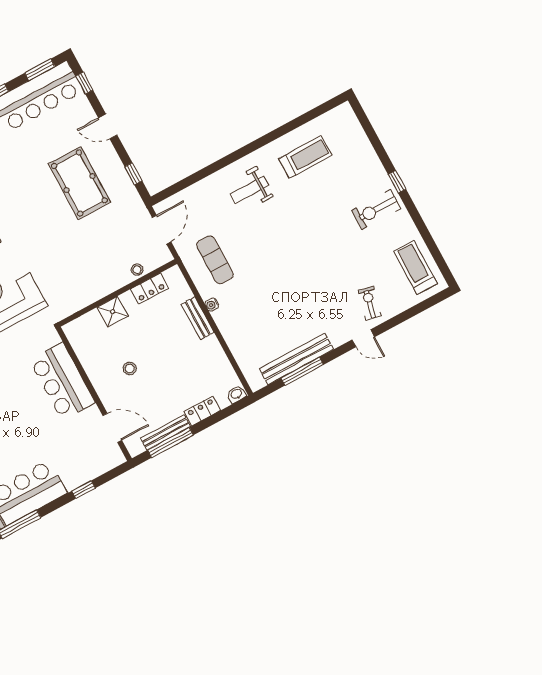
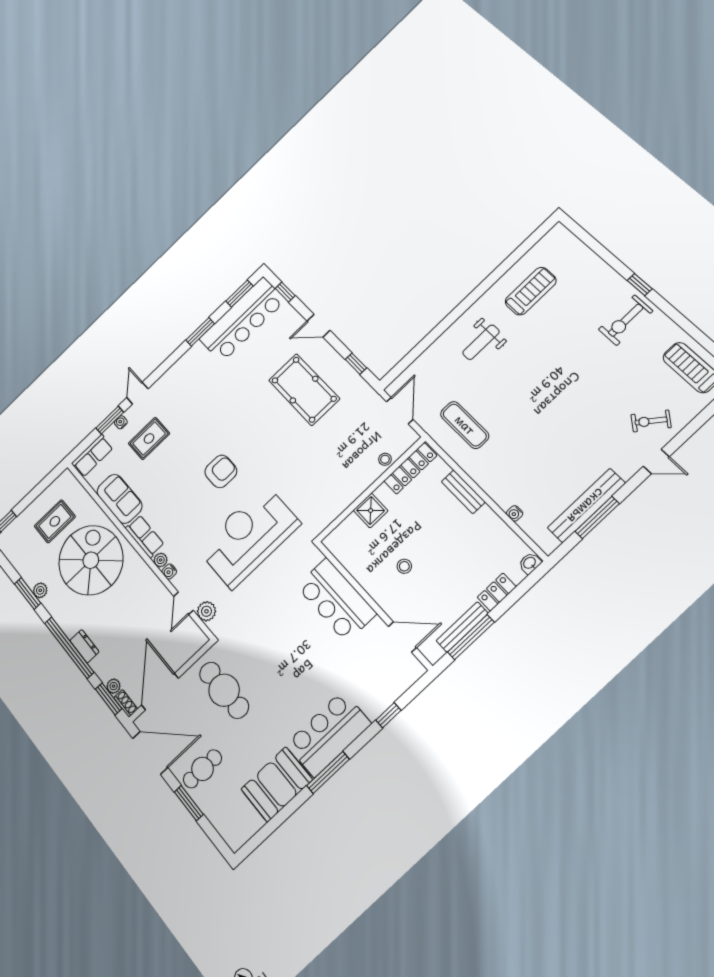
locker: (149, 289) -> (410, 468), width x1.53
exercise bike: (370, 303) -> (651, 421), turned -65
water cooler: (212, 305) -> (515, 513), moved

